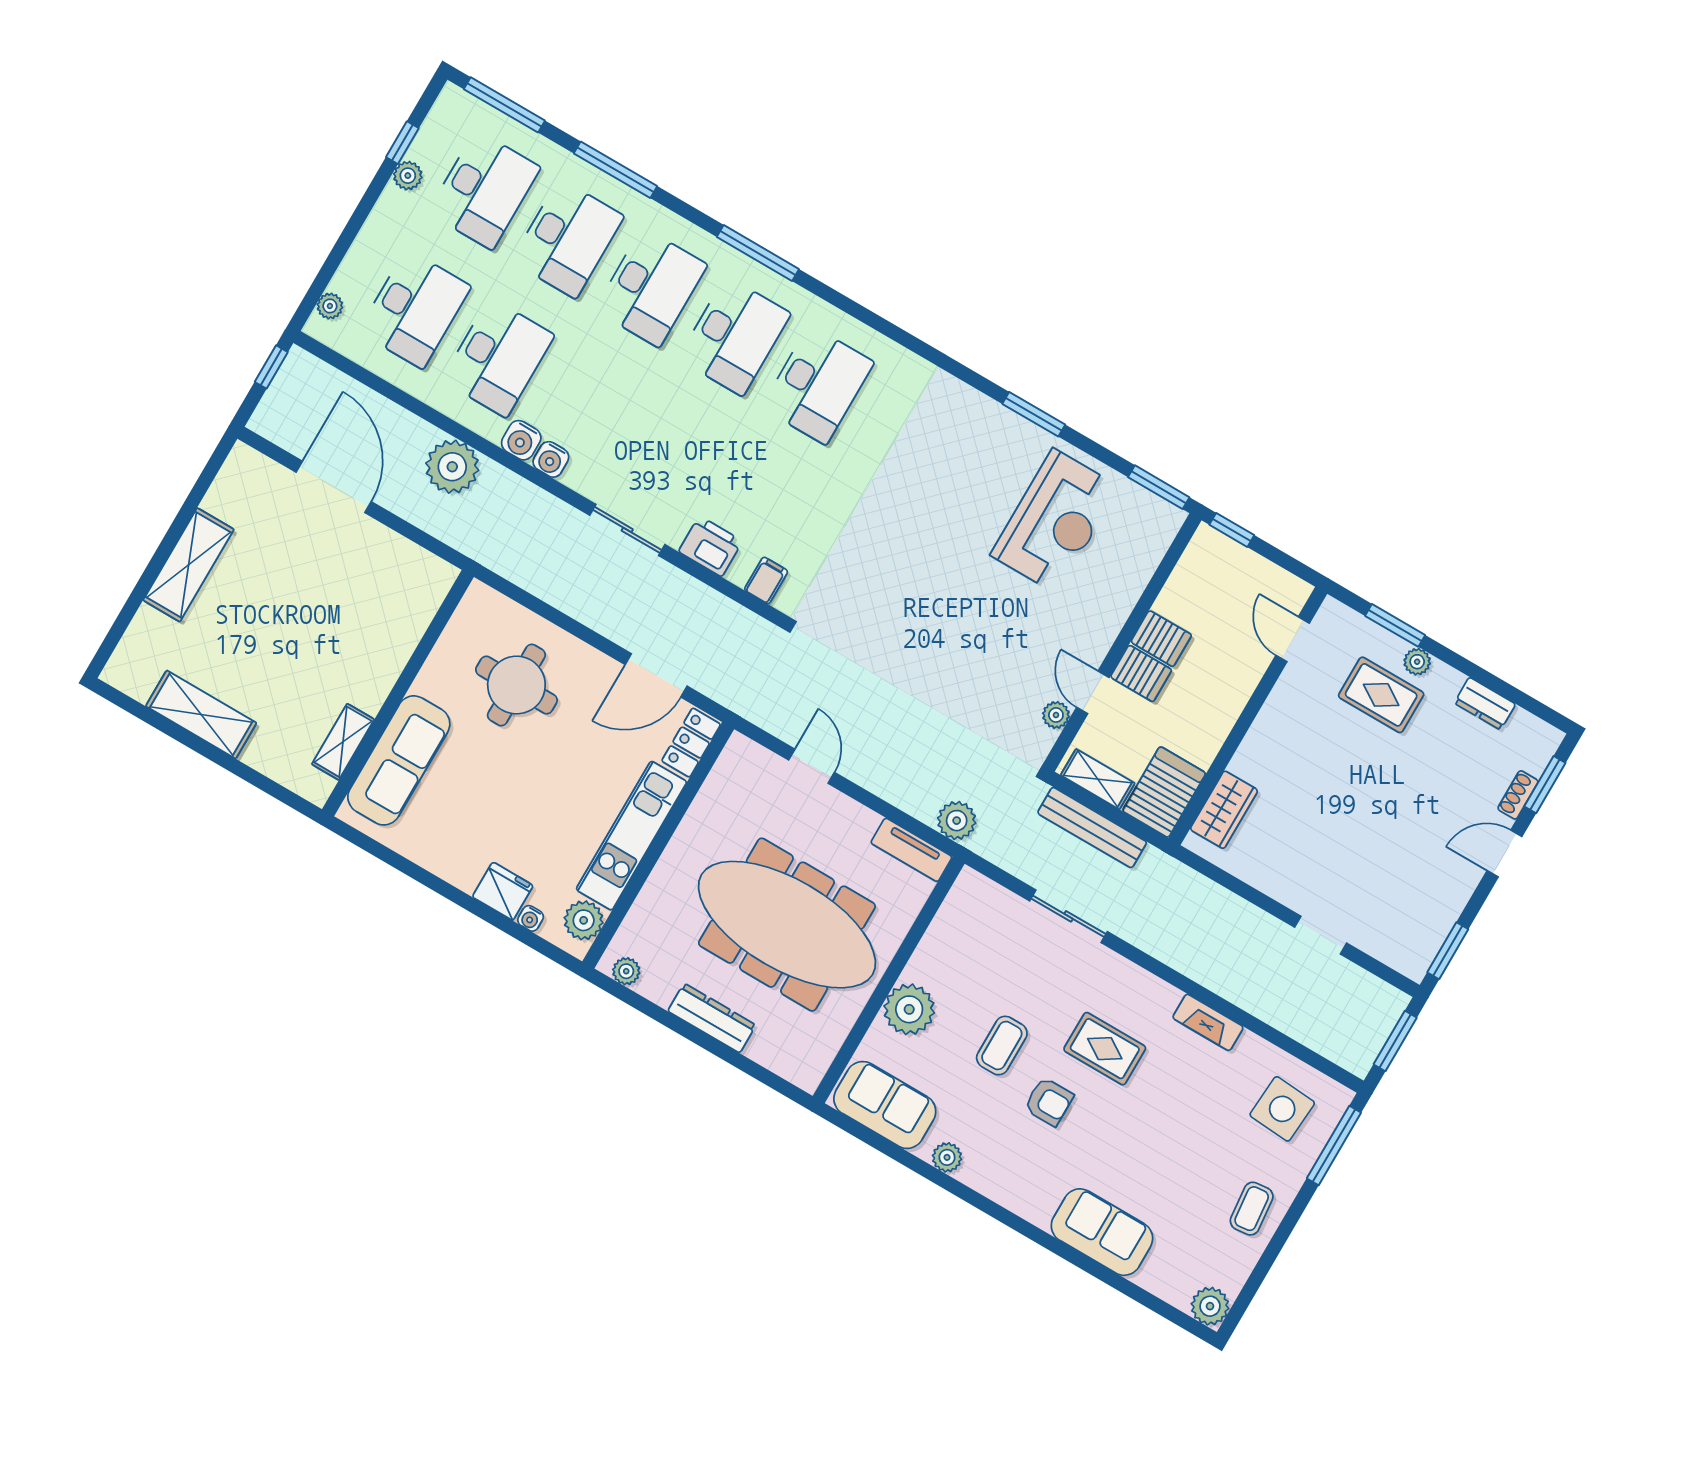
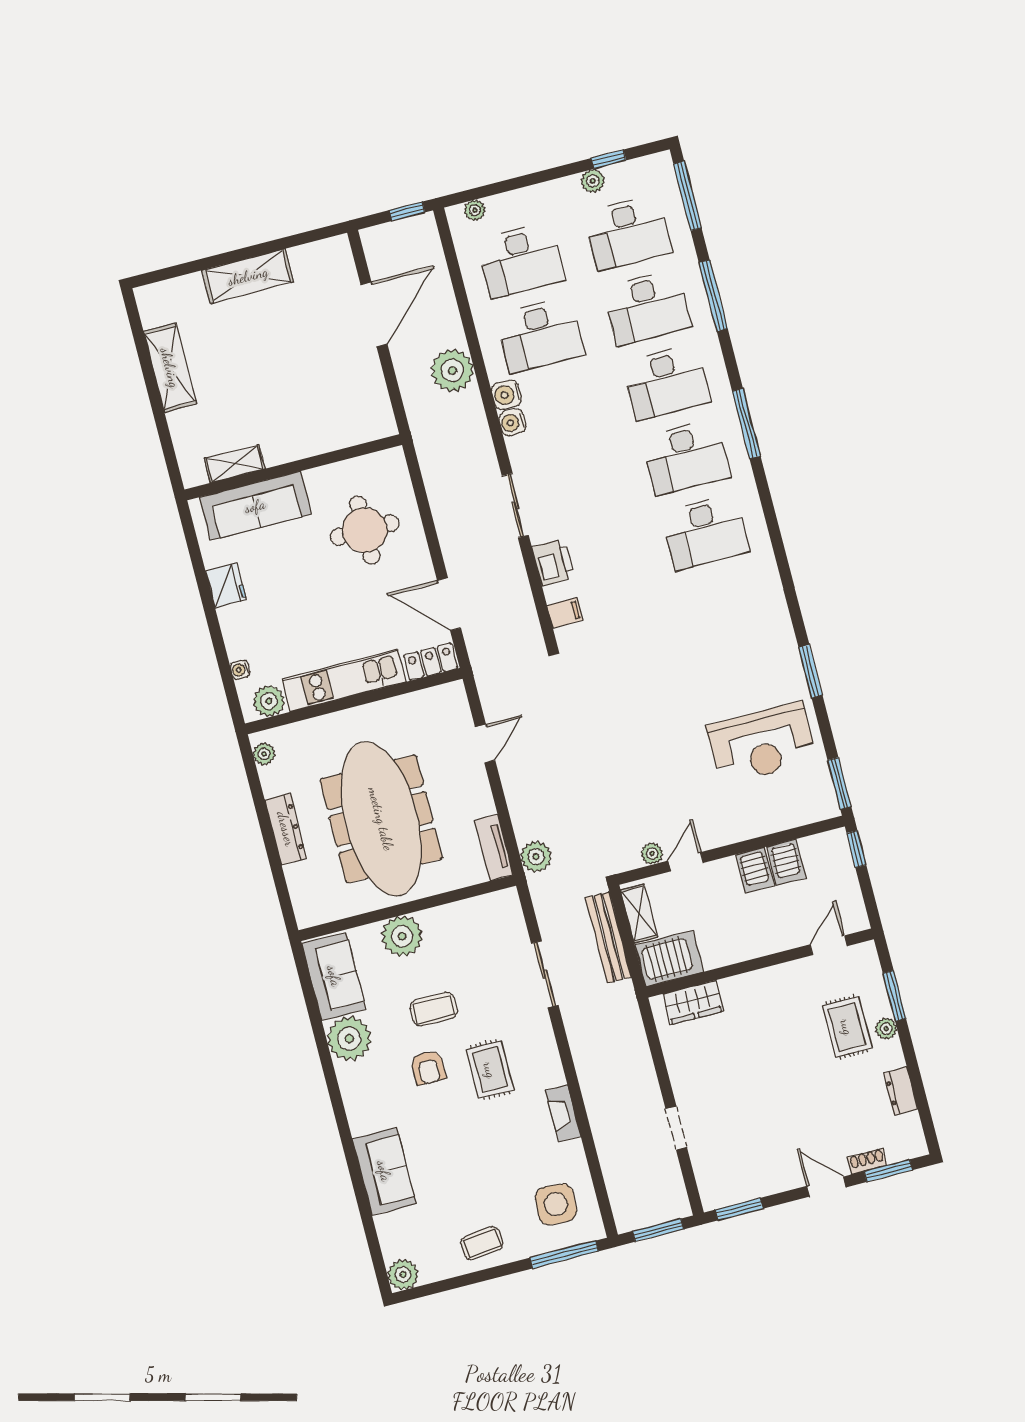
server rack: (1141, 673) -> (786, 862), moved
fridge: (503, 891) -> (226, 585), moved
plant: (947, 1157) -> (349, 1039), width x1.87, depth x1.87

